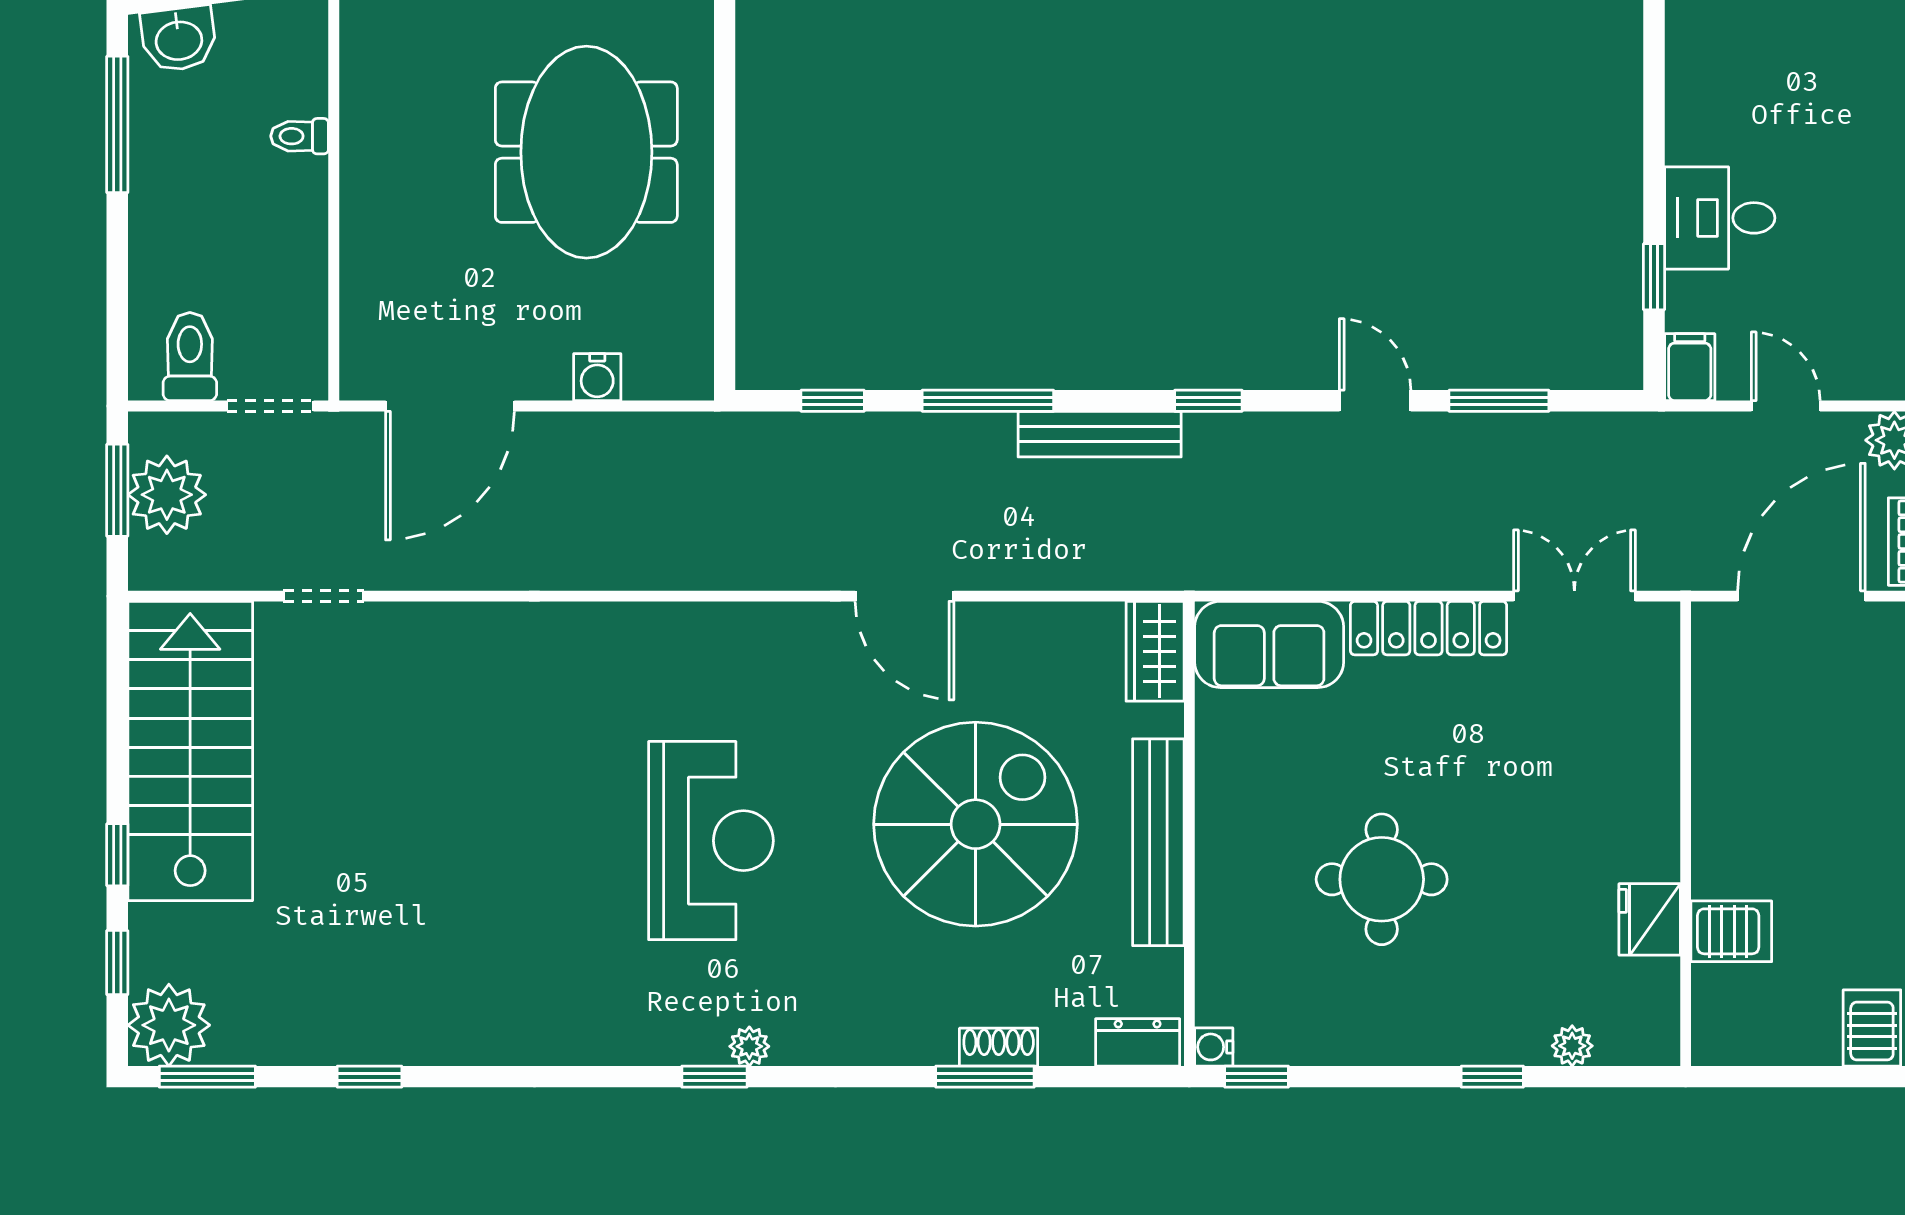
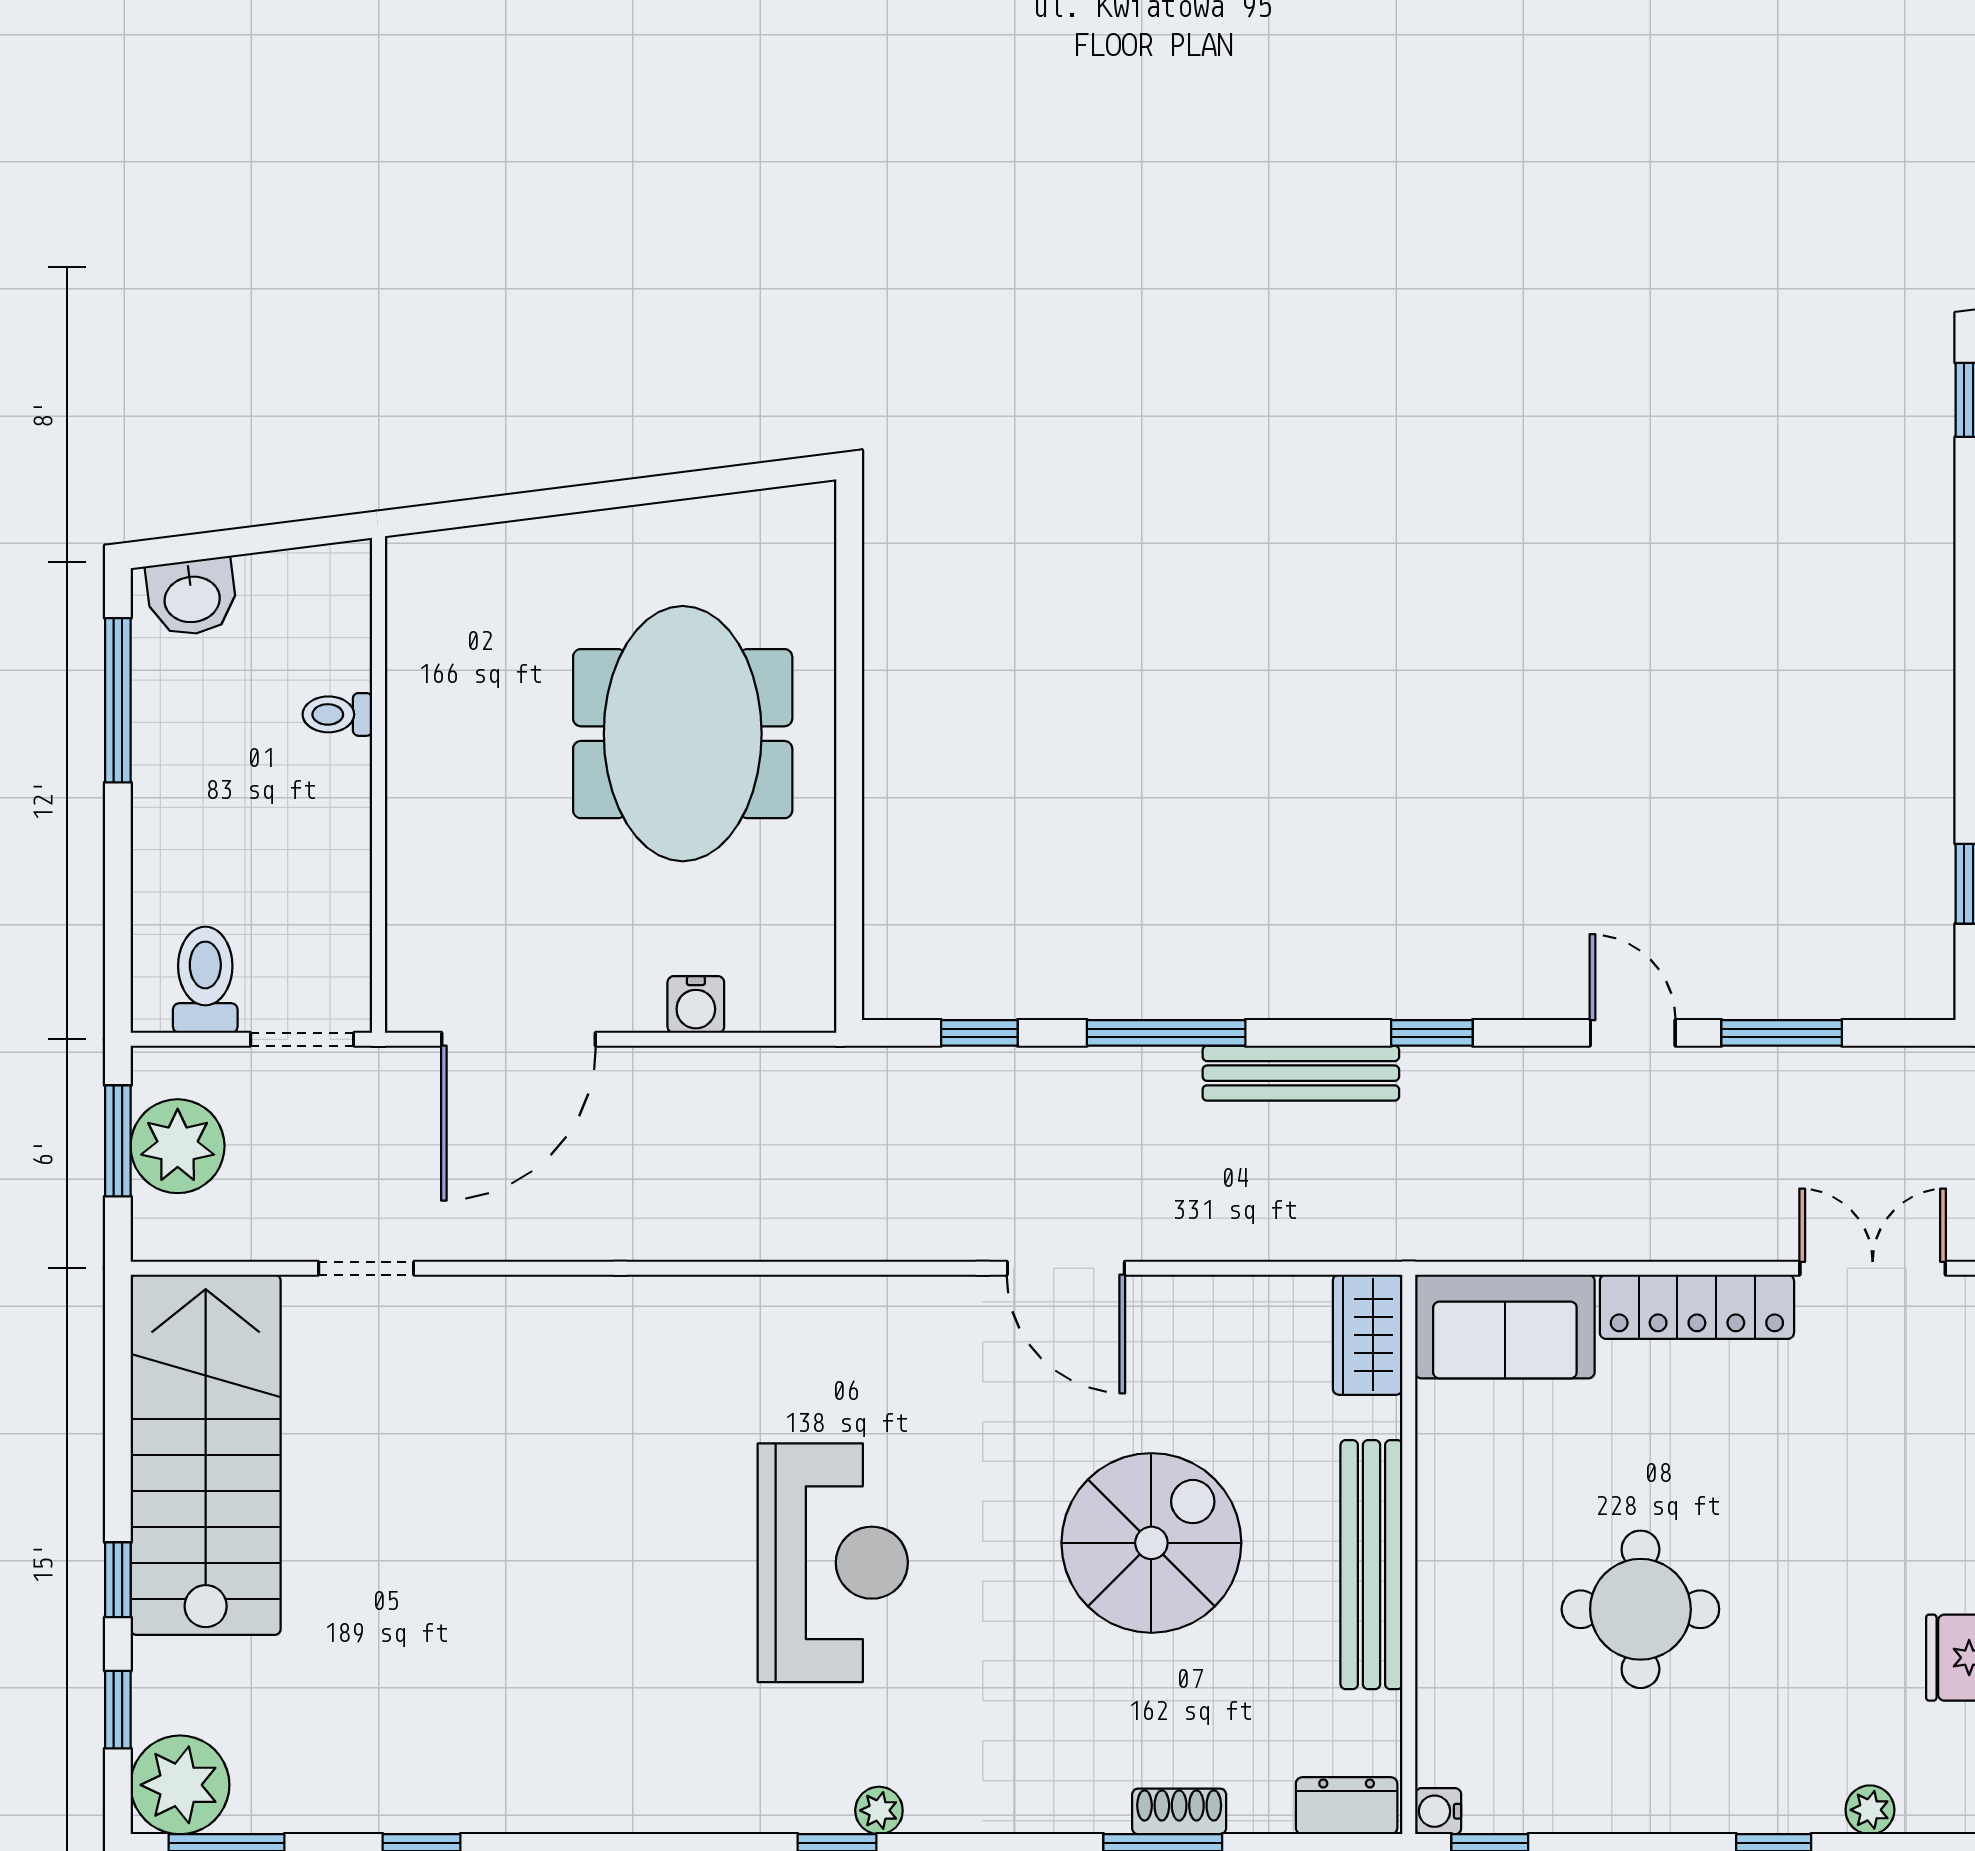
spiral stairs: (976, 824) -> (1151, 1543), width x0.73, depth x0.73

